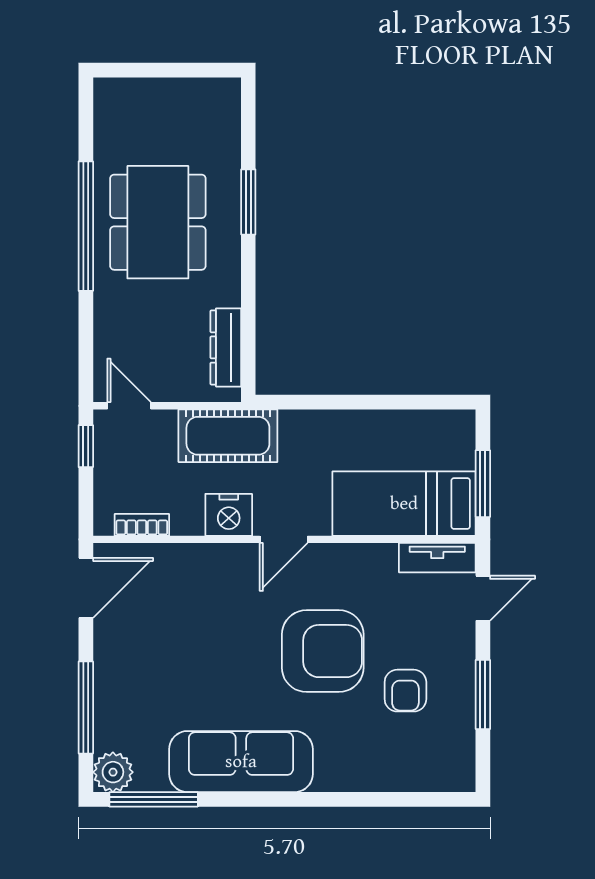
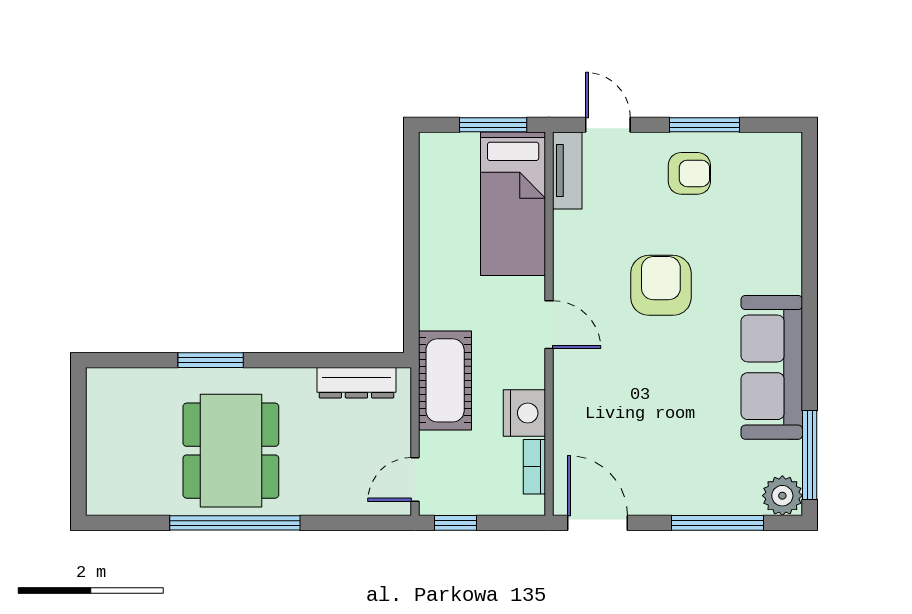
dining table: (158, 222) -> (231, 451), turned 90
nightstand: (229, 515) -> (524, 413), moved
armchair: (323, 651) -> (661, 285), width x0.73, depth x0.73
armchair: (405, 691) -> (689, 173), moved

